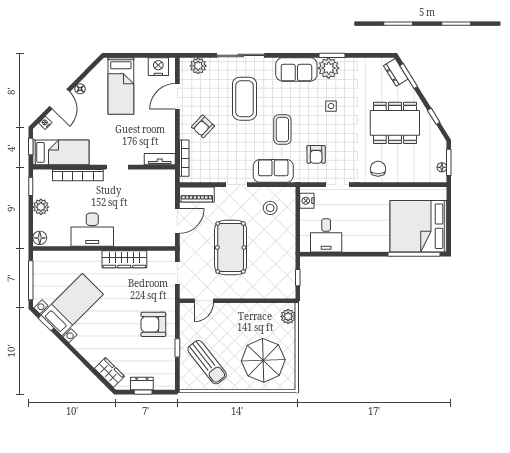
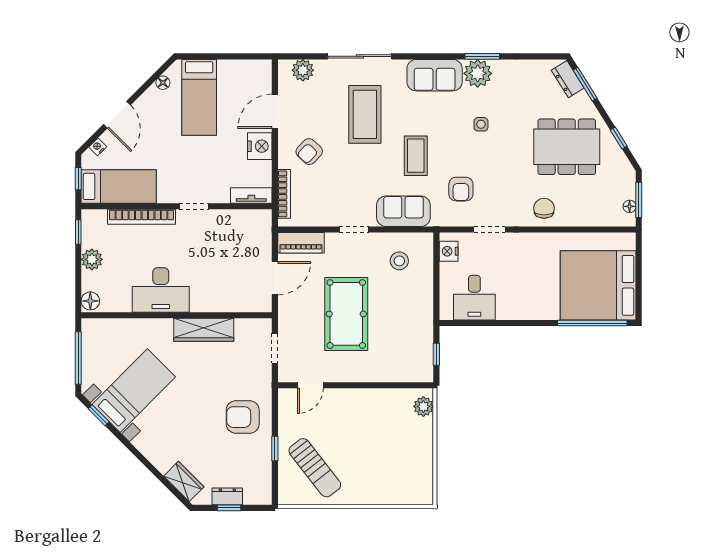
nightstand: (158, 67) -> (260, 146), moved, turned 90
floor lamp: (80, 89) -> (163, 83), moved
parasol: (263, 360) -> (390, 465), removed

